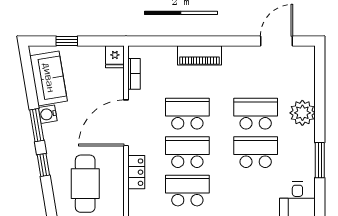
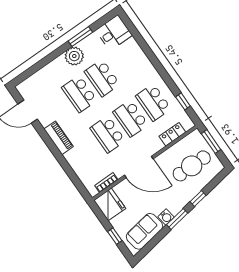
piano: (199, 55) -> (59, 138), moved
fridge: (115, 57) -> (110, 204), width x1.88, depth x1.34
plant: (302, 113) -> (74, 56), moved
locker: (136, 172) -> (172, 134), moved

